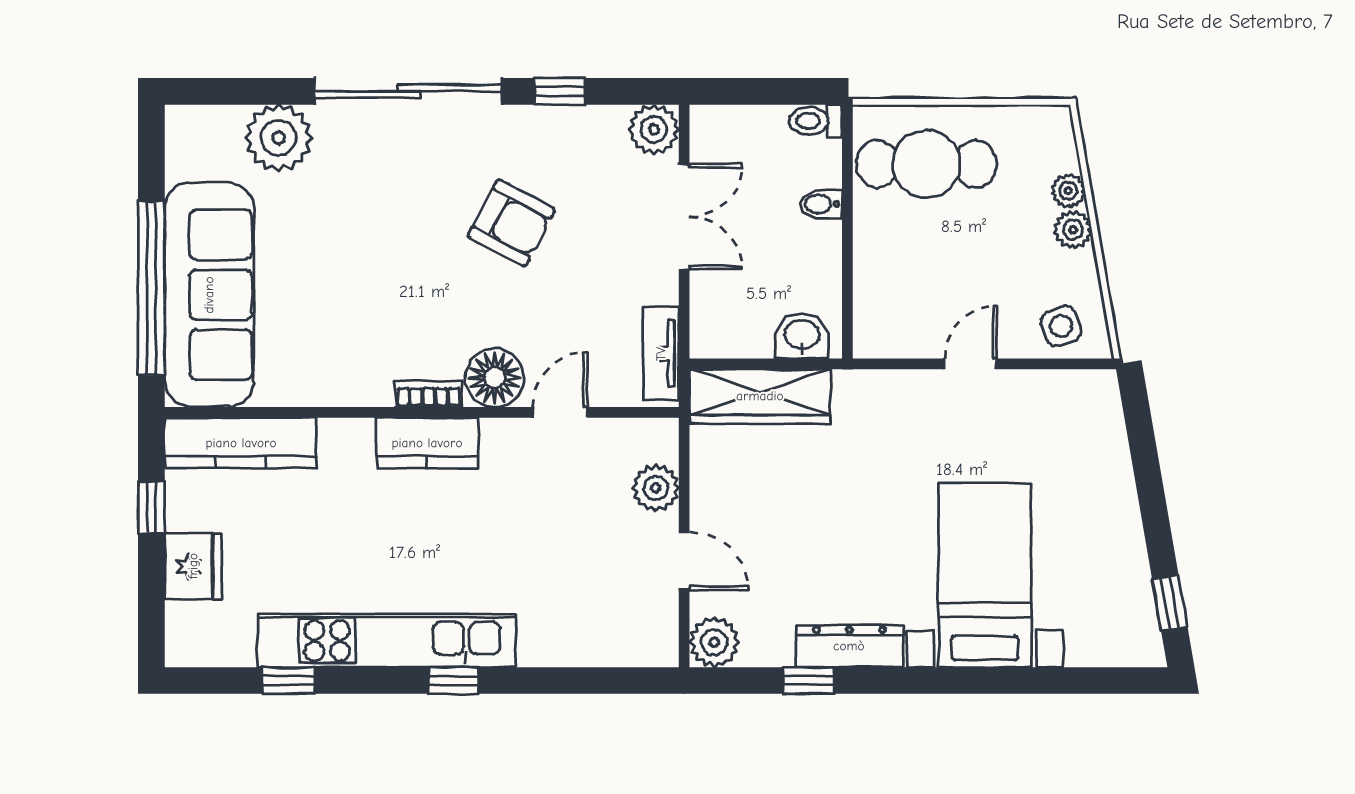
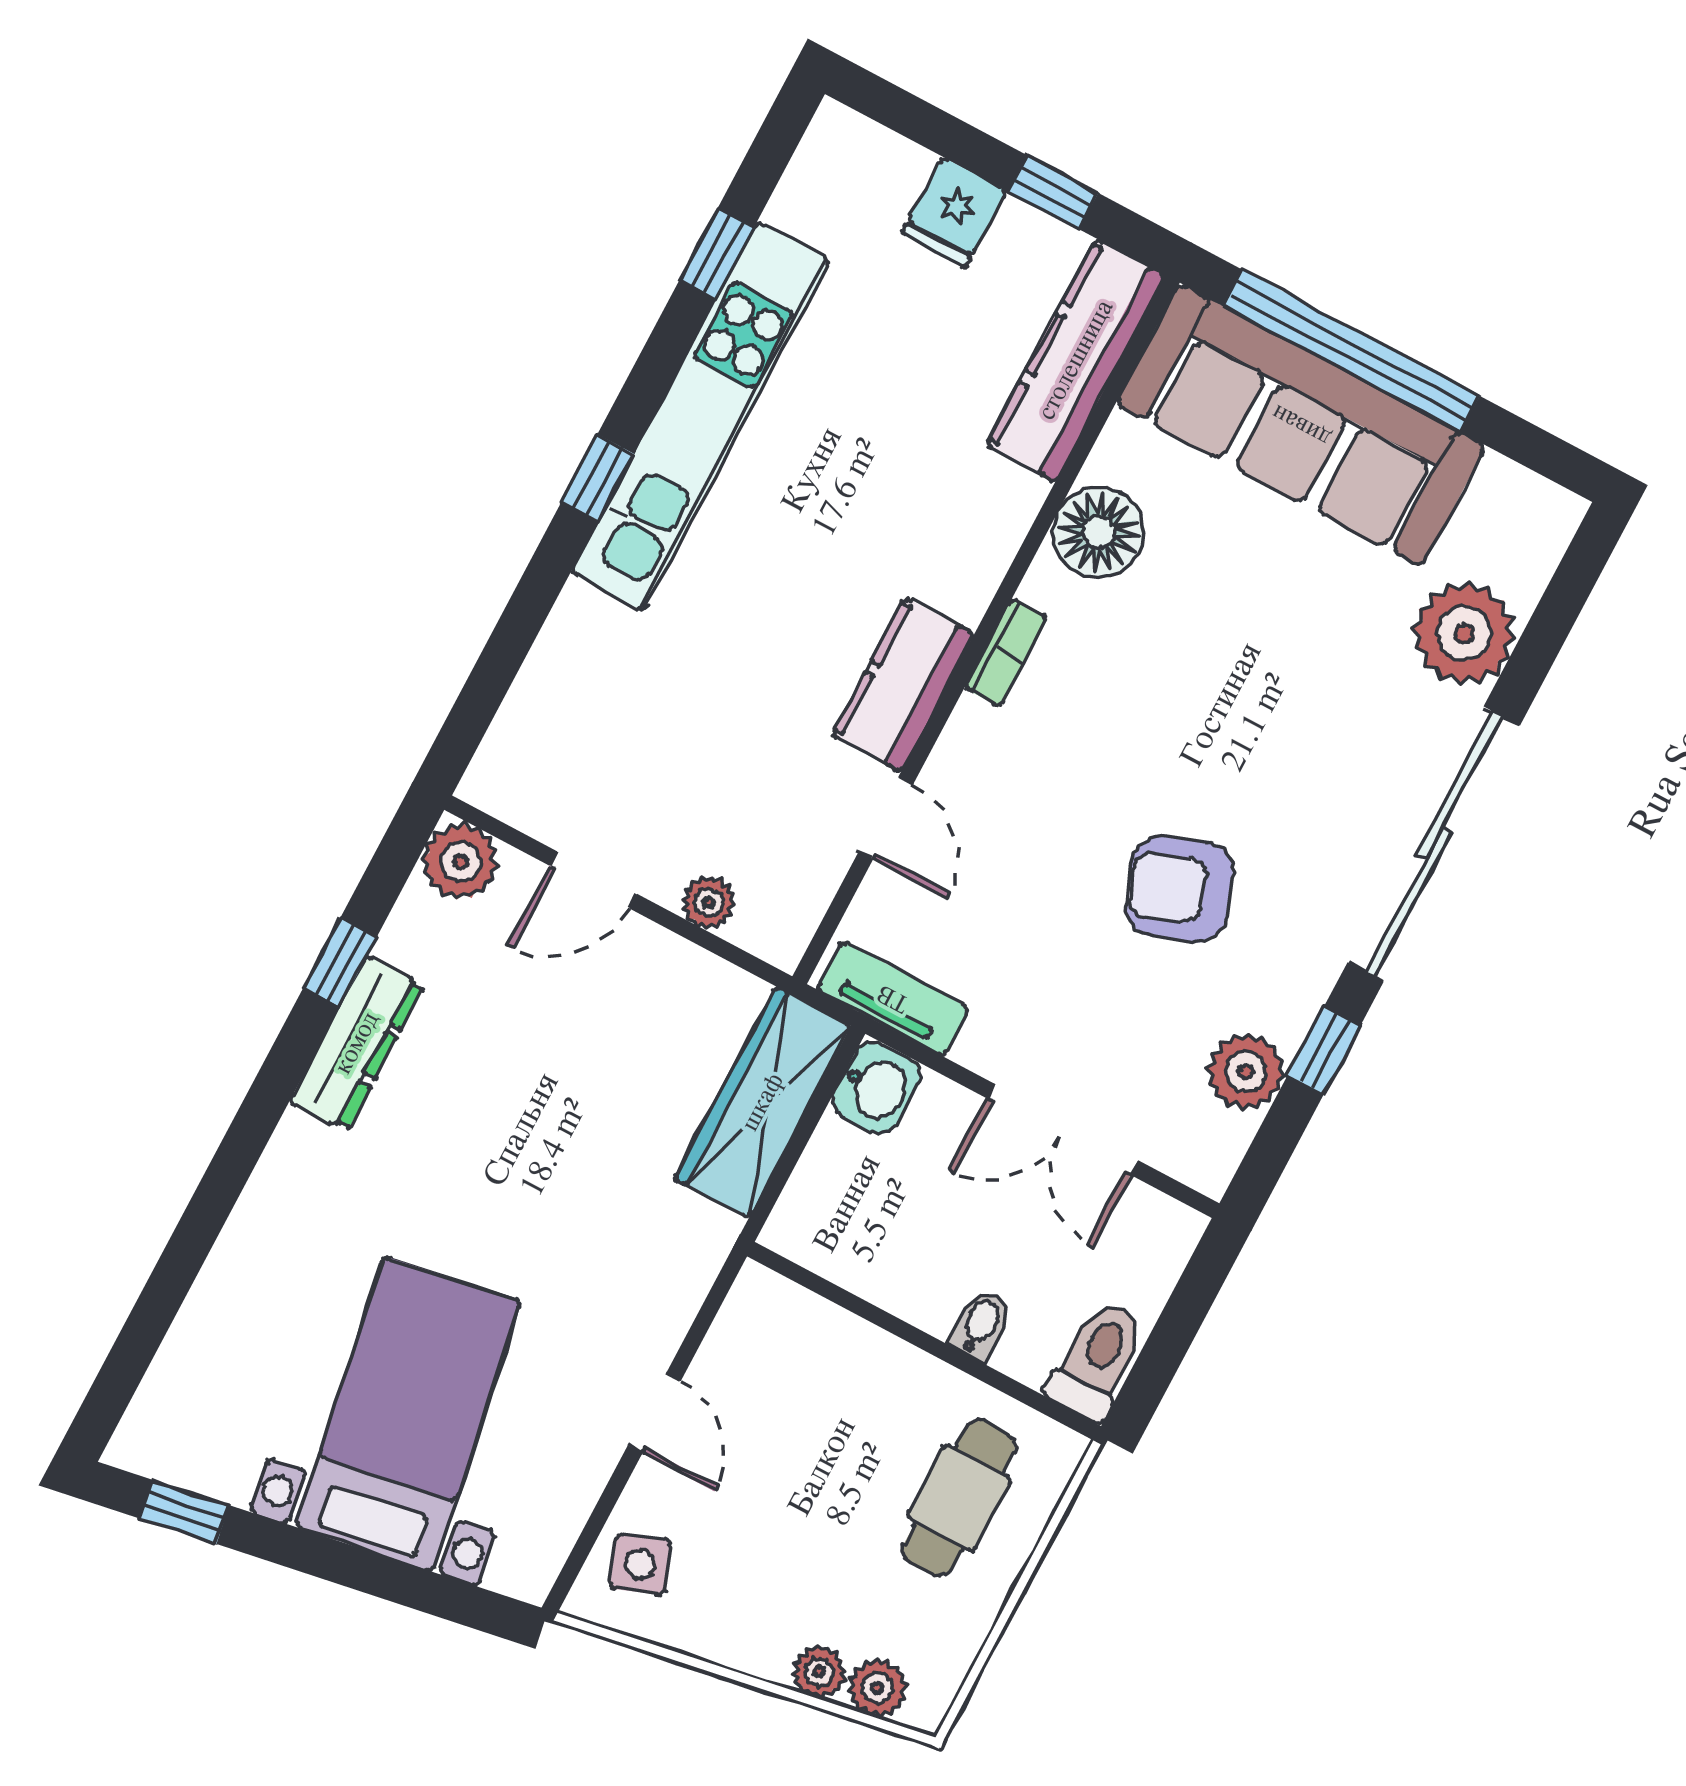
toilet: (816, 121) -> (1097, 1360), width x1.37, depth x1.39
plant: (654, 130) -> (1246, 1072), moved
cafe table: (926, 164) -> (959, 1498), width x0.73, depth x0.74
armchair: (511, 223) -> (1179, 889), turned 42
plant: (1073, 230) -> (877, 1688), moved
washbasin: (802, 336) -> (876, 1088), moved
floor lamp: (495, 378) -> (1098, 532), moved
kitchen counter: (427, 443) -> (903, 685), moved
plant: (656, 488) -> (709, 902), width x0.73, depth x0.73
fridge: (193, 566) -> (954, 212), width x0.72
bed with nightstands: (985, 575) -> (408, 1414), moved, turned -100

